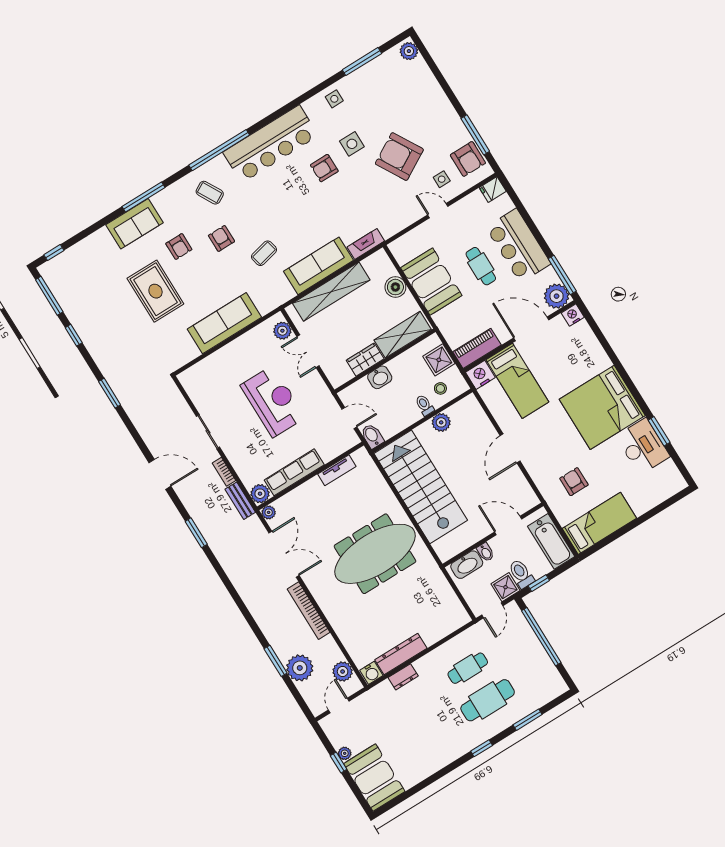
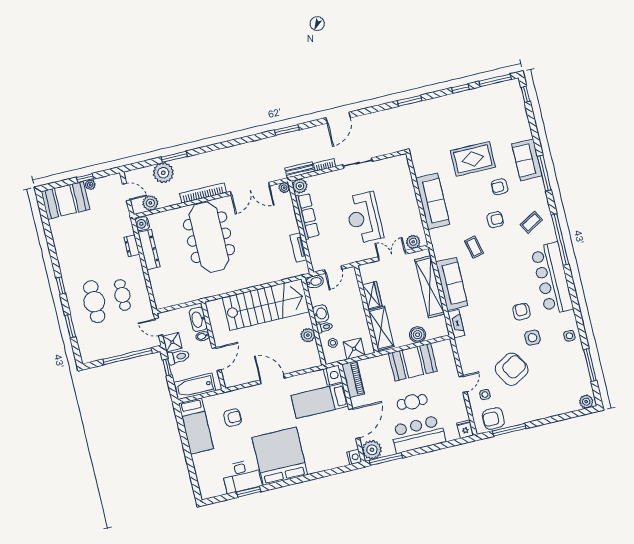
washbasin: (380, 377) -> (321, 314), moved, turned 180
reception desk: (273, 401) -> (364, 218), turned 90
meeting table: (375, 554) -> (209, 237), moved

